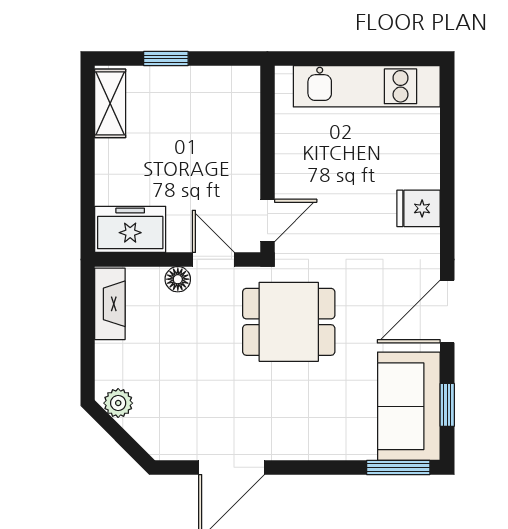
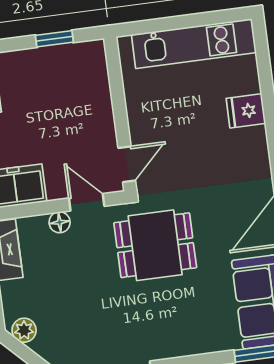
window: (166, 59) -> (54, 39), moved
fridge: (419, 208) -> (246, 111), moved

